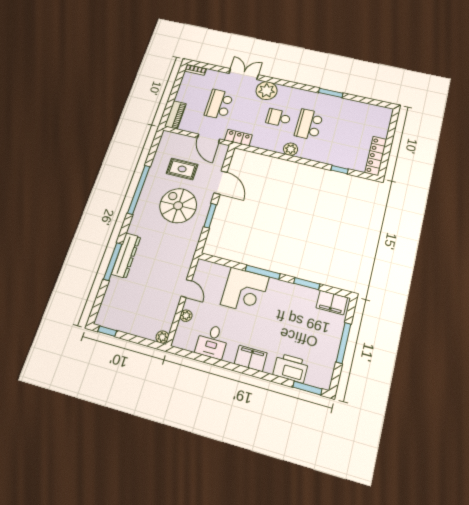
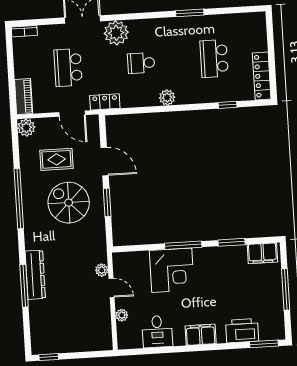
school desk: (309, 124) -> (214, 59), moved
plant: (168, 138) -> (26, 128), added
plant: (162, 337) -> (102, 270), moved

